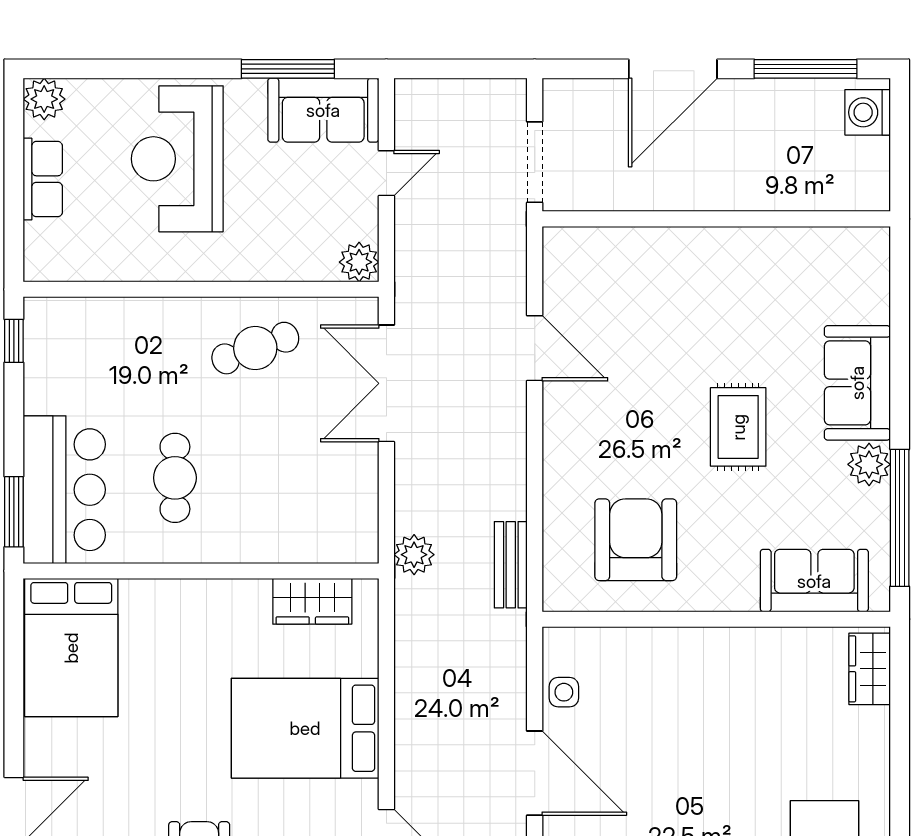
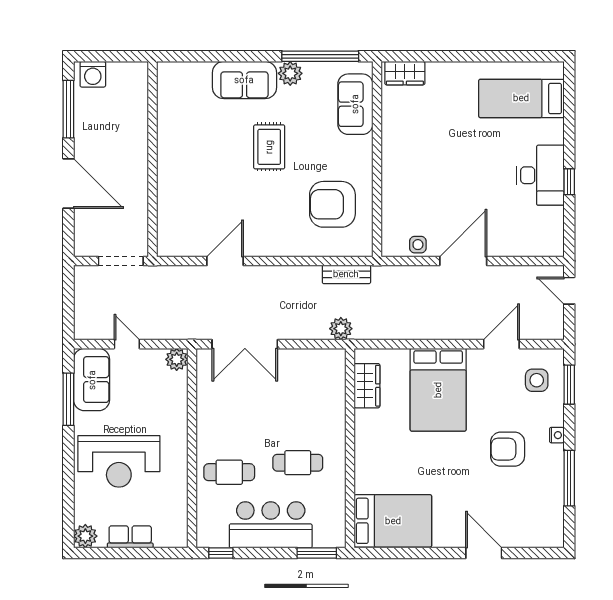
cafe table: (255, 348) -> (229, 472), moved, turned -70
rug: (738, 427) -> (269, 147), turned 90
bar counter: (64, 490) -> (271, 525), moved

